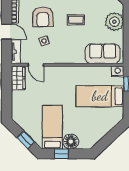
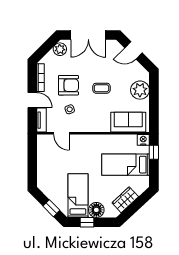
armchair: (43, 17) -> (68, 85), turned -90
wardrobe: (18, 78) -> (125, 200), moved, turned -133

